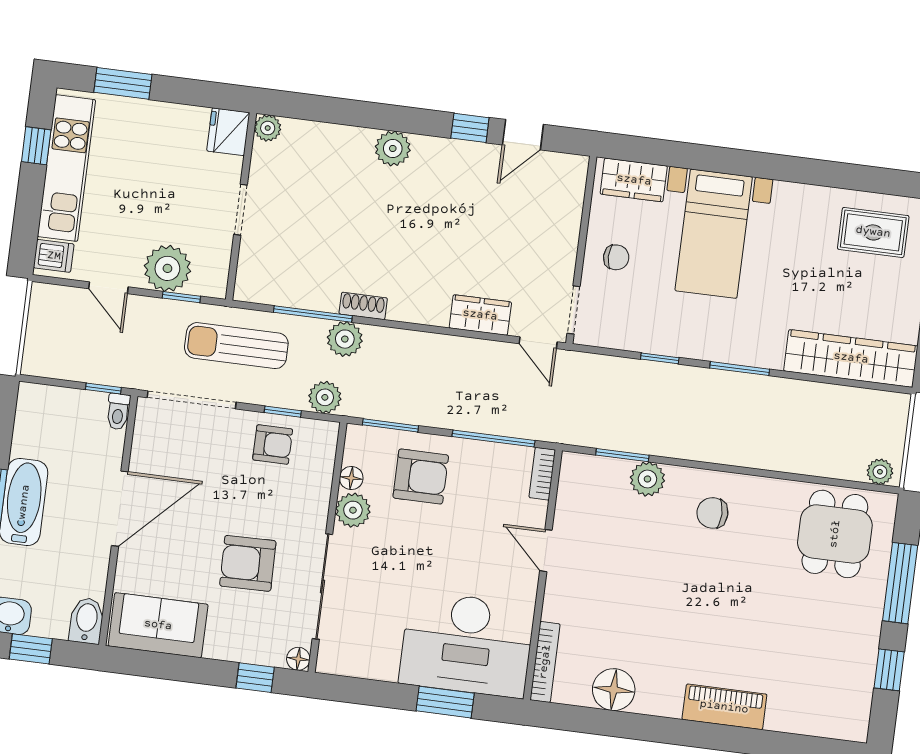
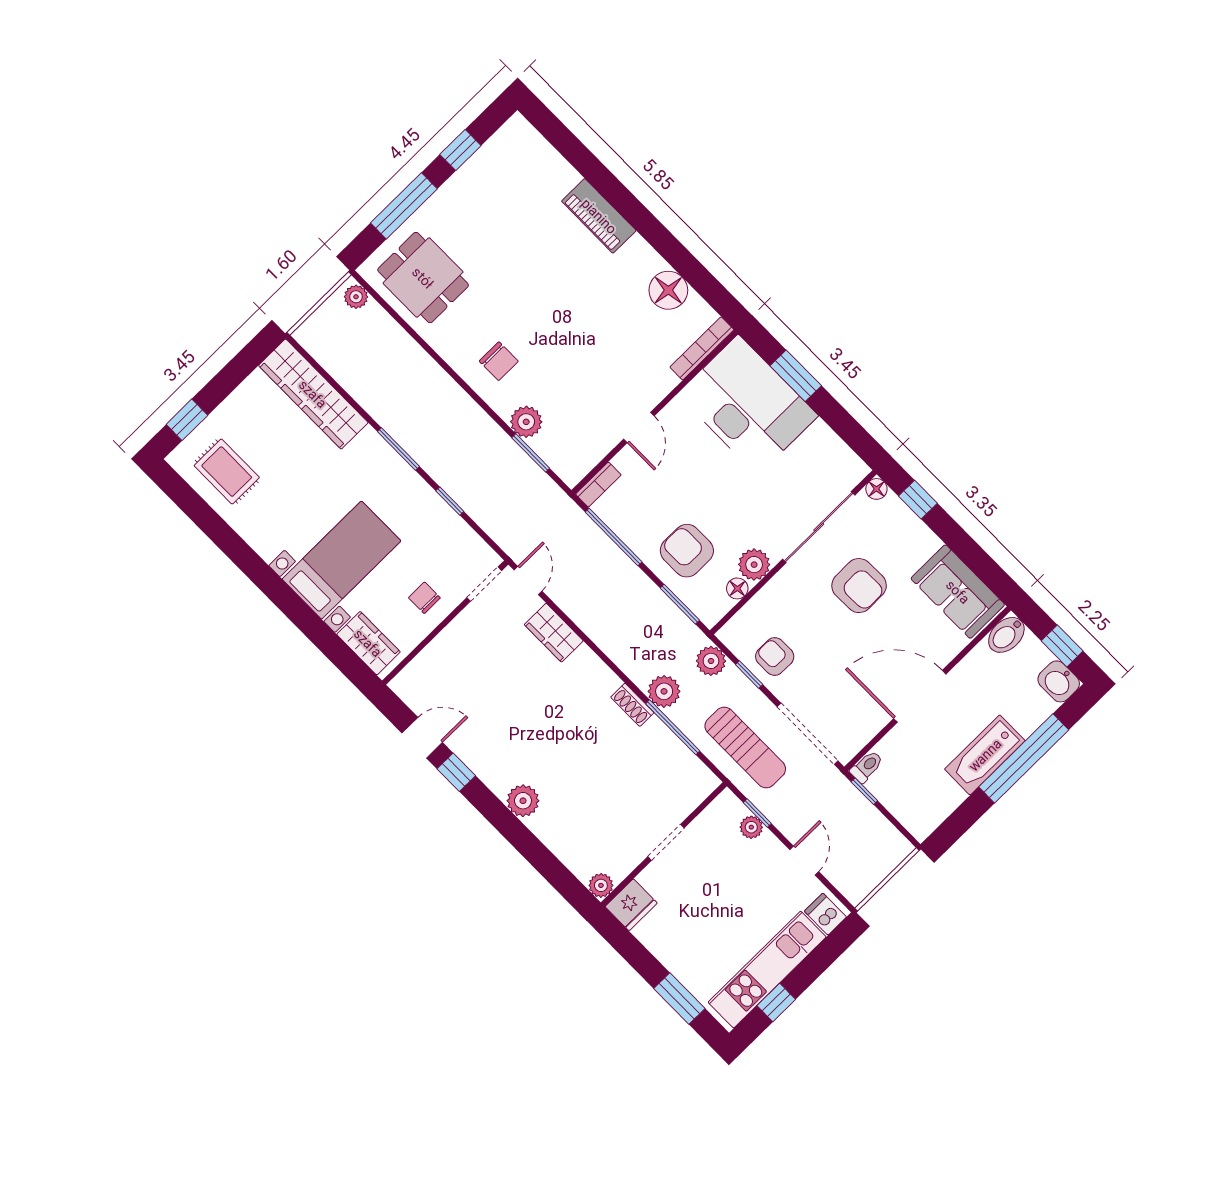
plant: (167, 268) -> (751, 827), width x0.53, depth x0.53
dining table: (835, 534) -> (423, 278), turned 90

